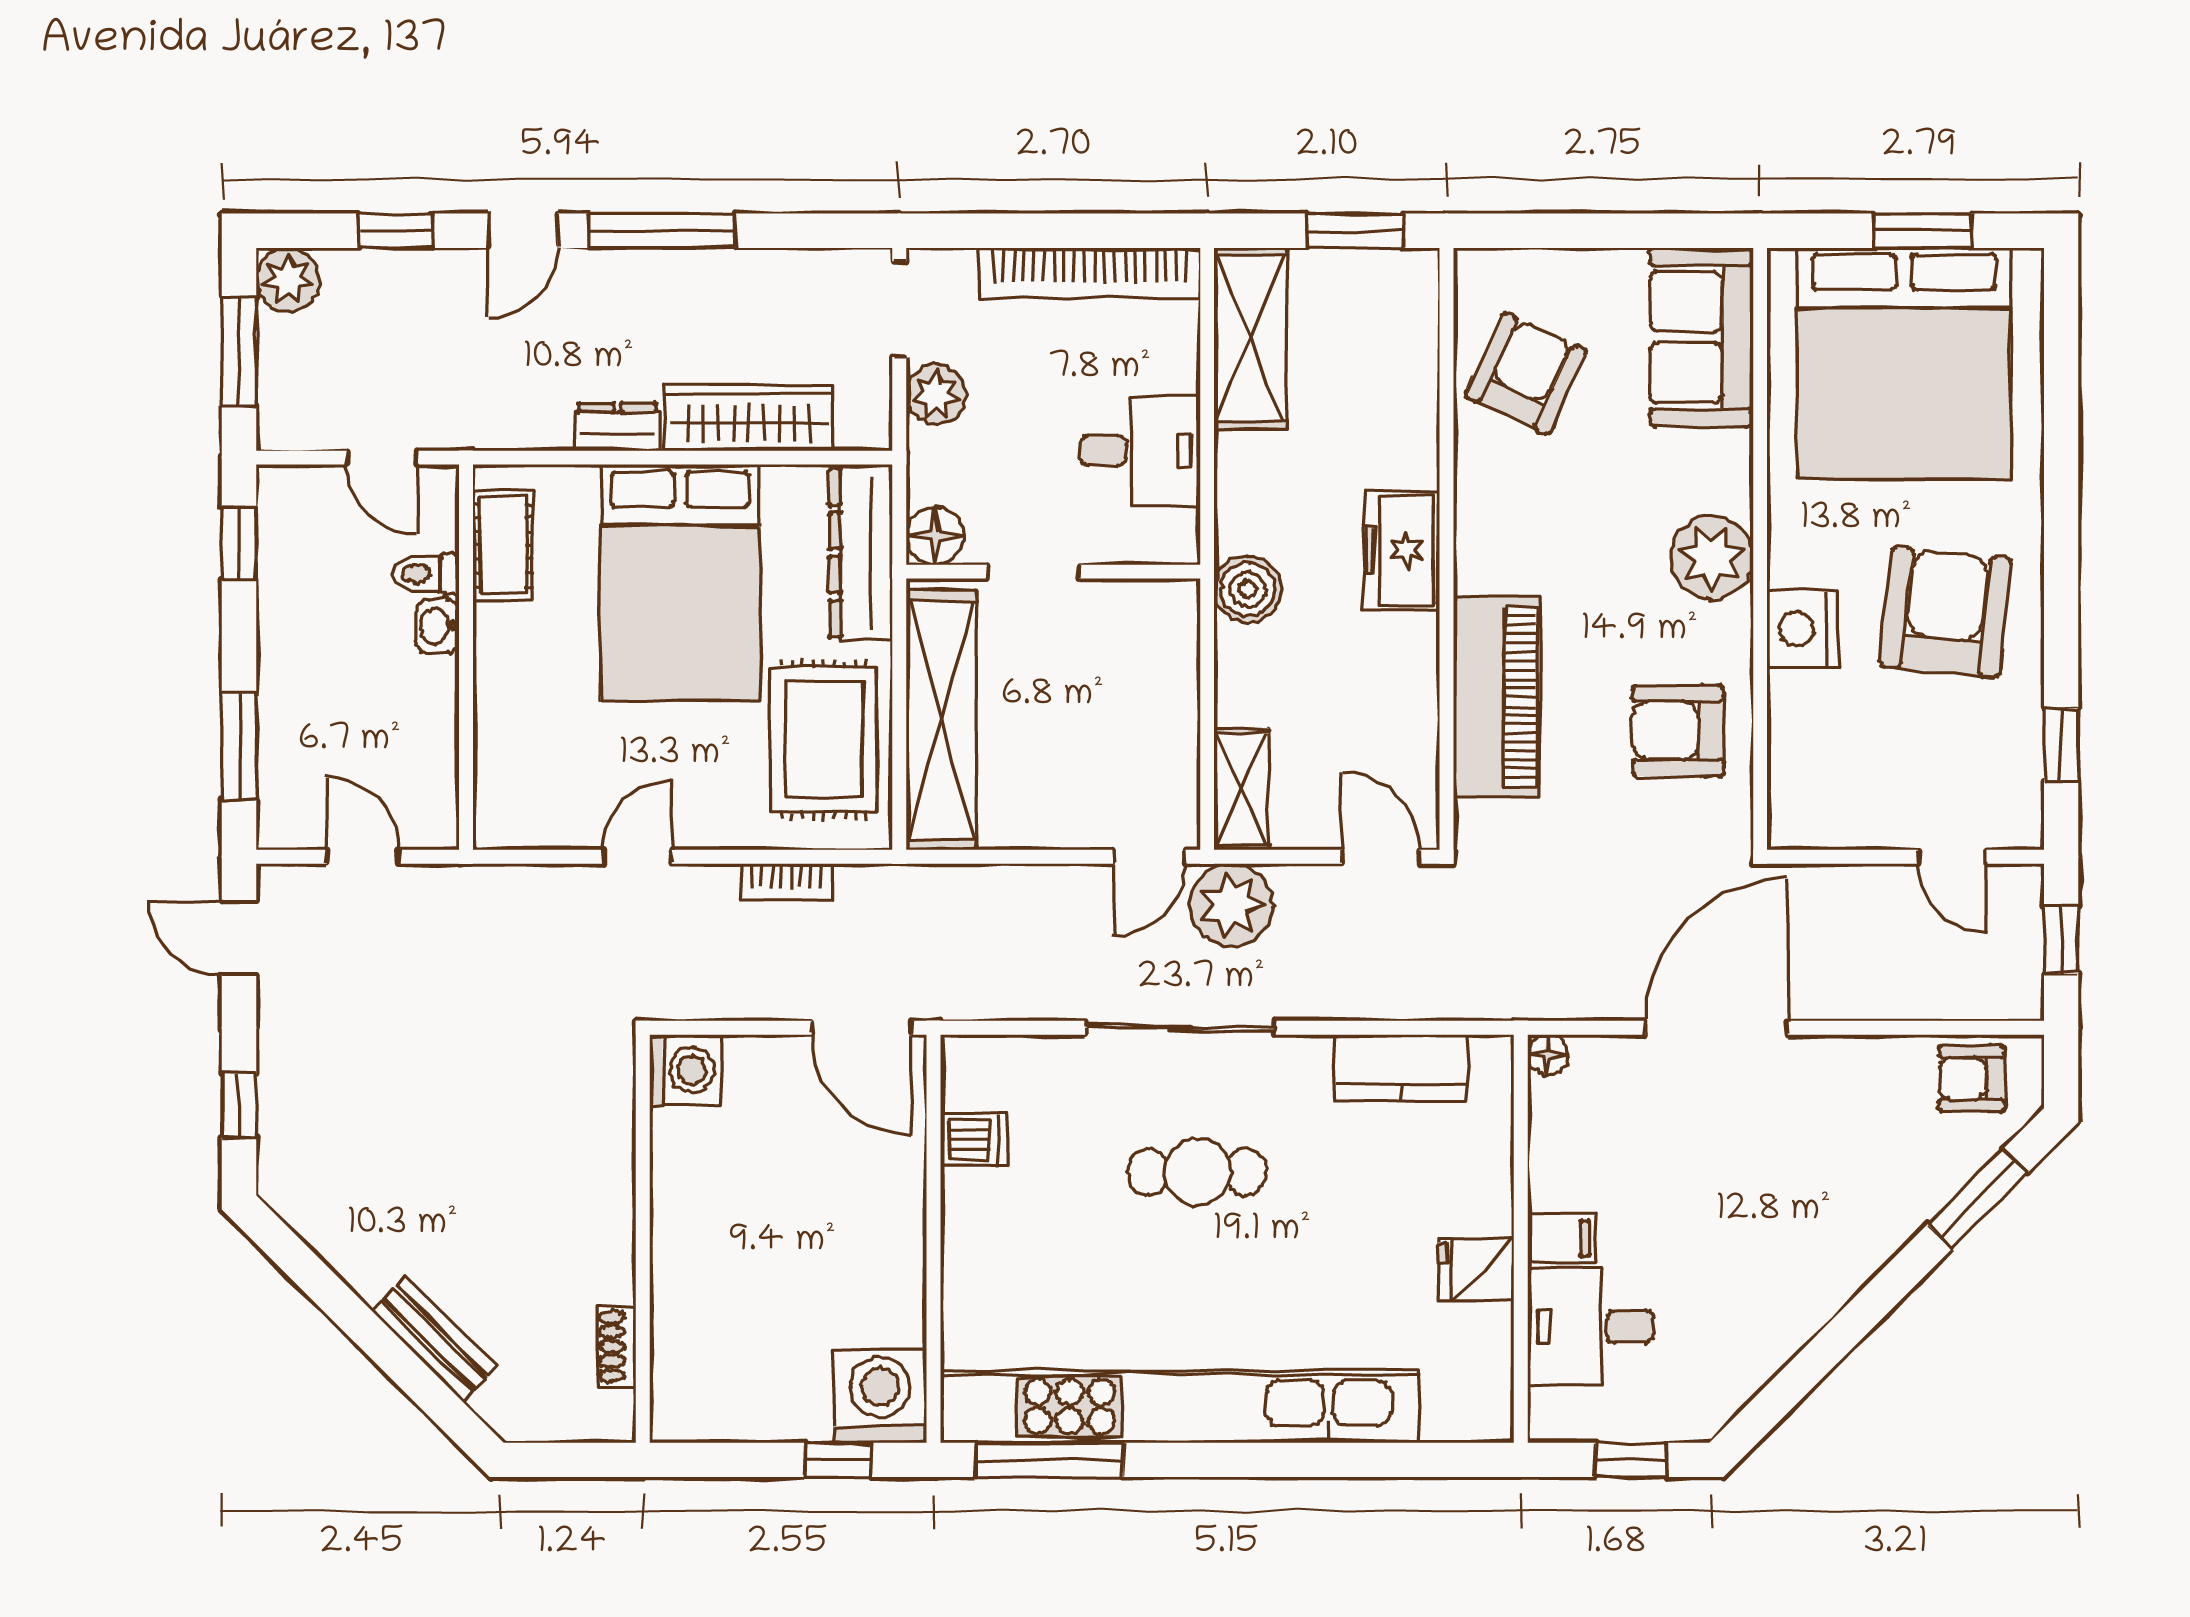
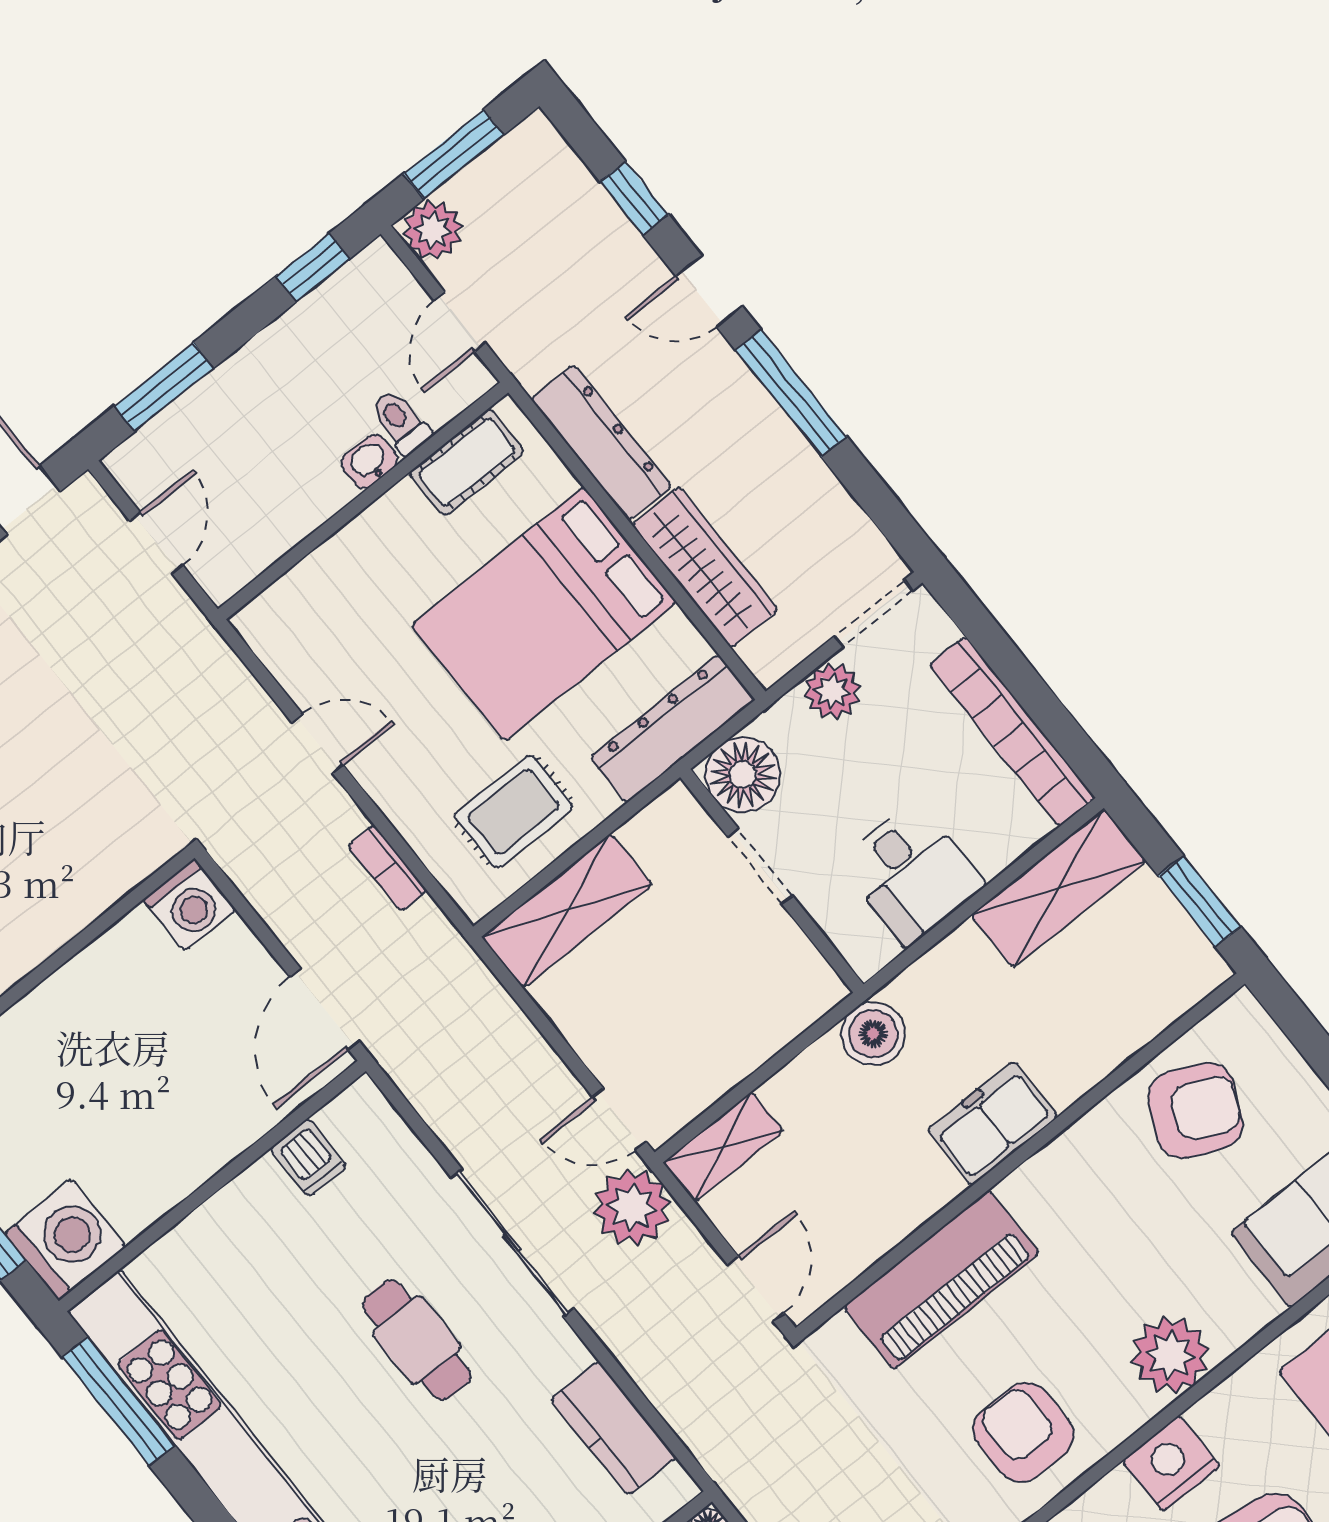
plant: (288, 280) -> (433, 230), moved
dresser: (617, 427) -> (601, 443), width x1.96, depth x1.24
floor lamp: (935, 536) -> (743, 775), width x1.38, depth x1.38
shelving: (941, 720) -> (567, 911), width x0.68
rug: (824, 740) -> (513, 812), width x0.73, depth x0.70

